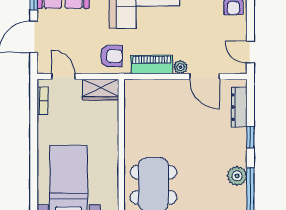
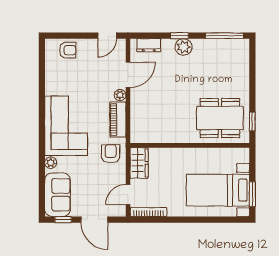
bookcase: (43, 101) -> (149, 212), width x1.56
dresser: (239, 107) -> (149, 45), width x0.70
plant: (237, 176) -> (184, 47), moved

